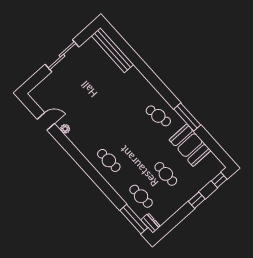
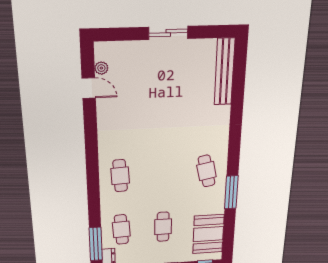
sliding door: (62, 56) -> (168, 33), width x0.73
plant: (65, 129) -> (101, 68), moved
booth: (190, 145) -> (208, 234), moved

